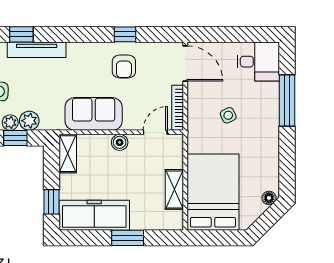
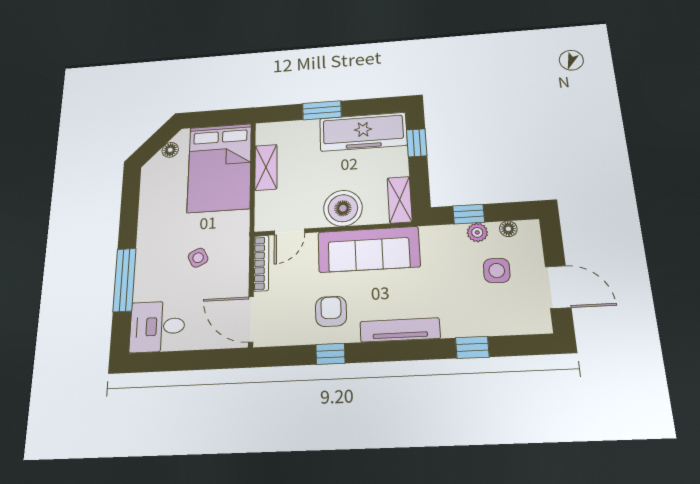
tv unit: (37, 50) -> (400, 330), moved
sofa: (94, 114) -> (369, 249), width x1.36
plant: (29, 121) -> (452, 236), removed
boiler: (120, 142) -> (343, 208), width x1.86, depth x1.86
floor lamp: (269, 198) -> (170, 150), moved

